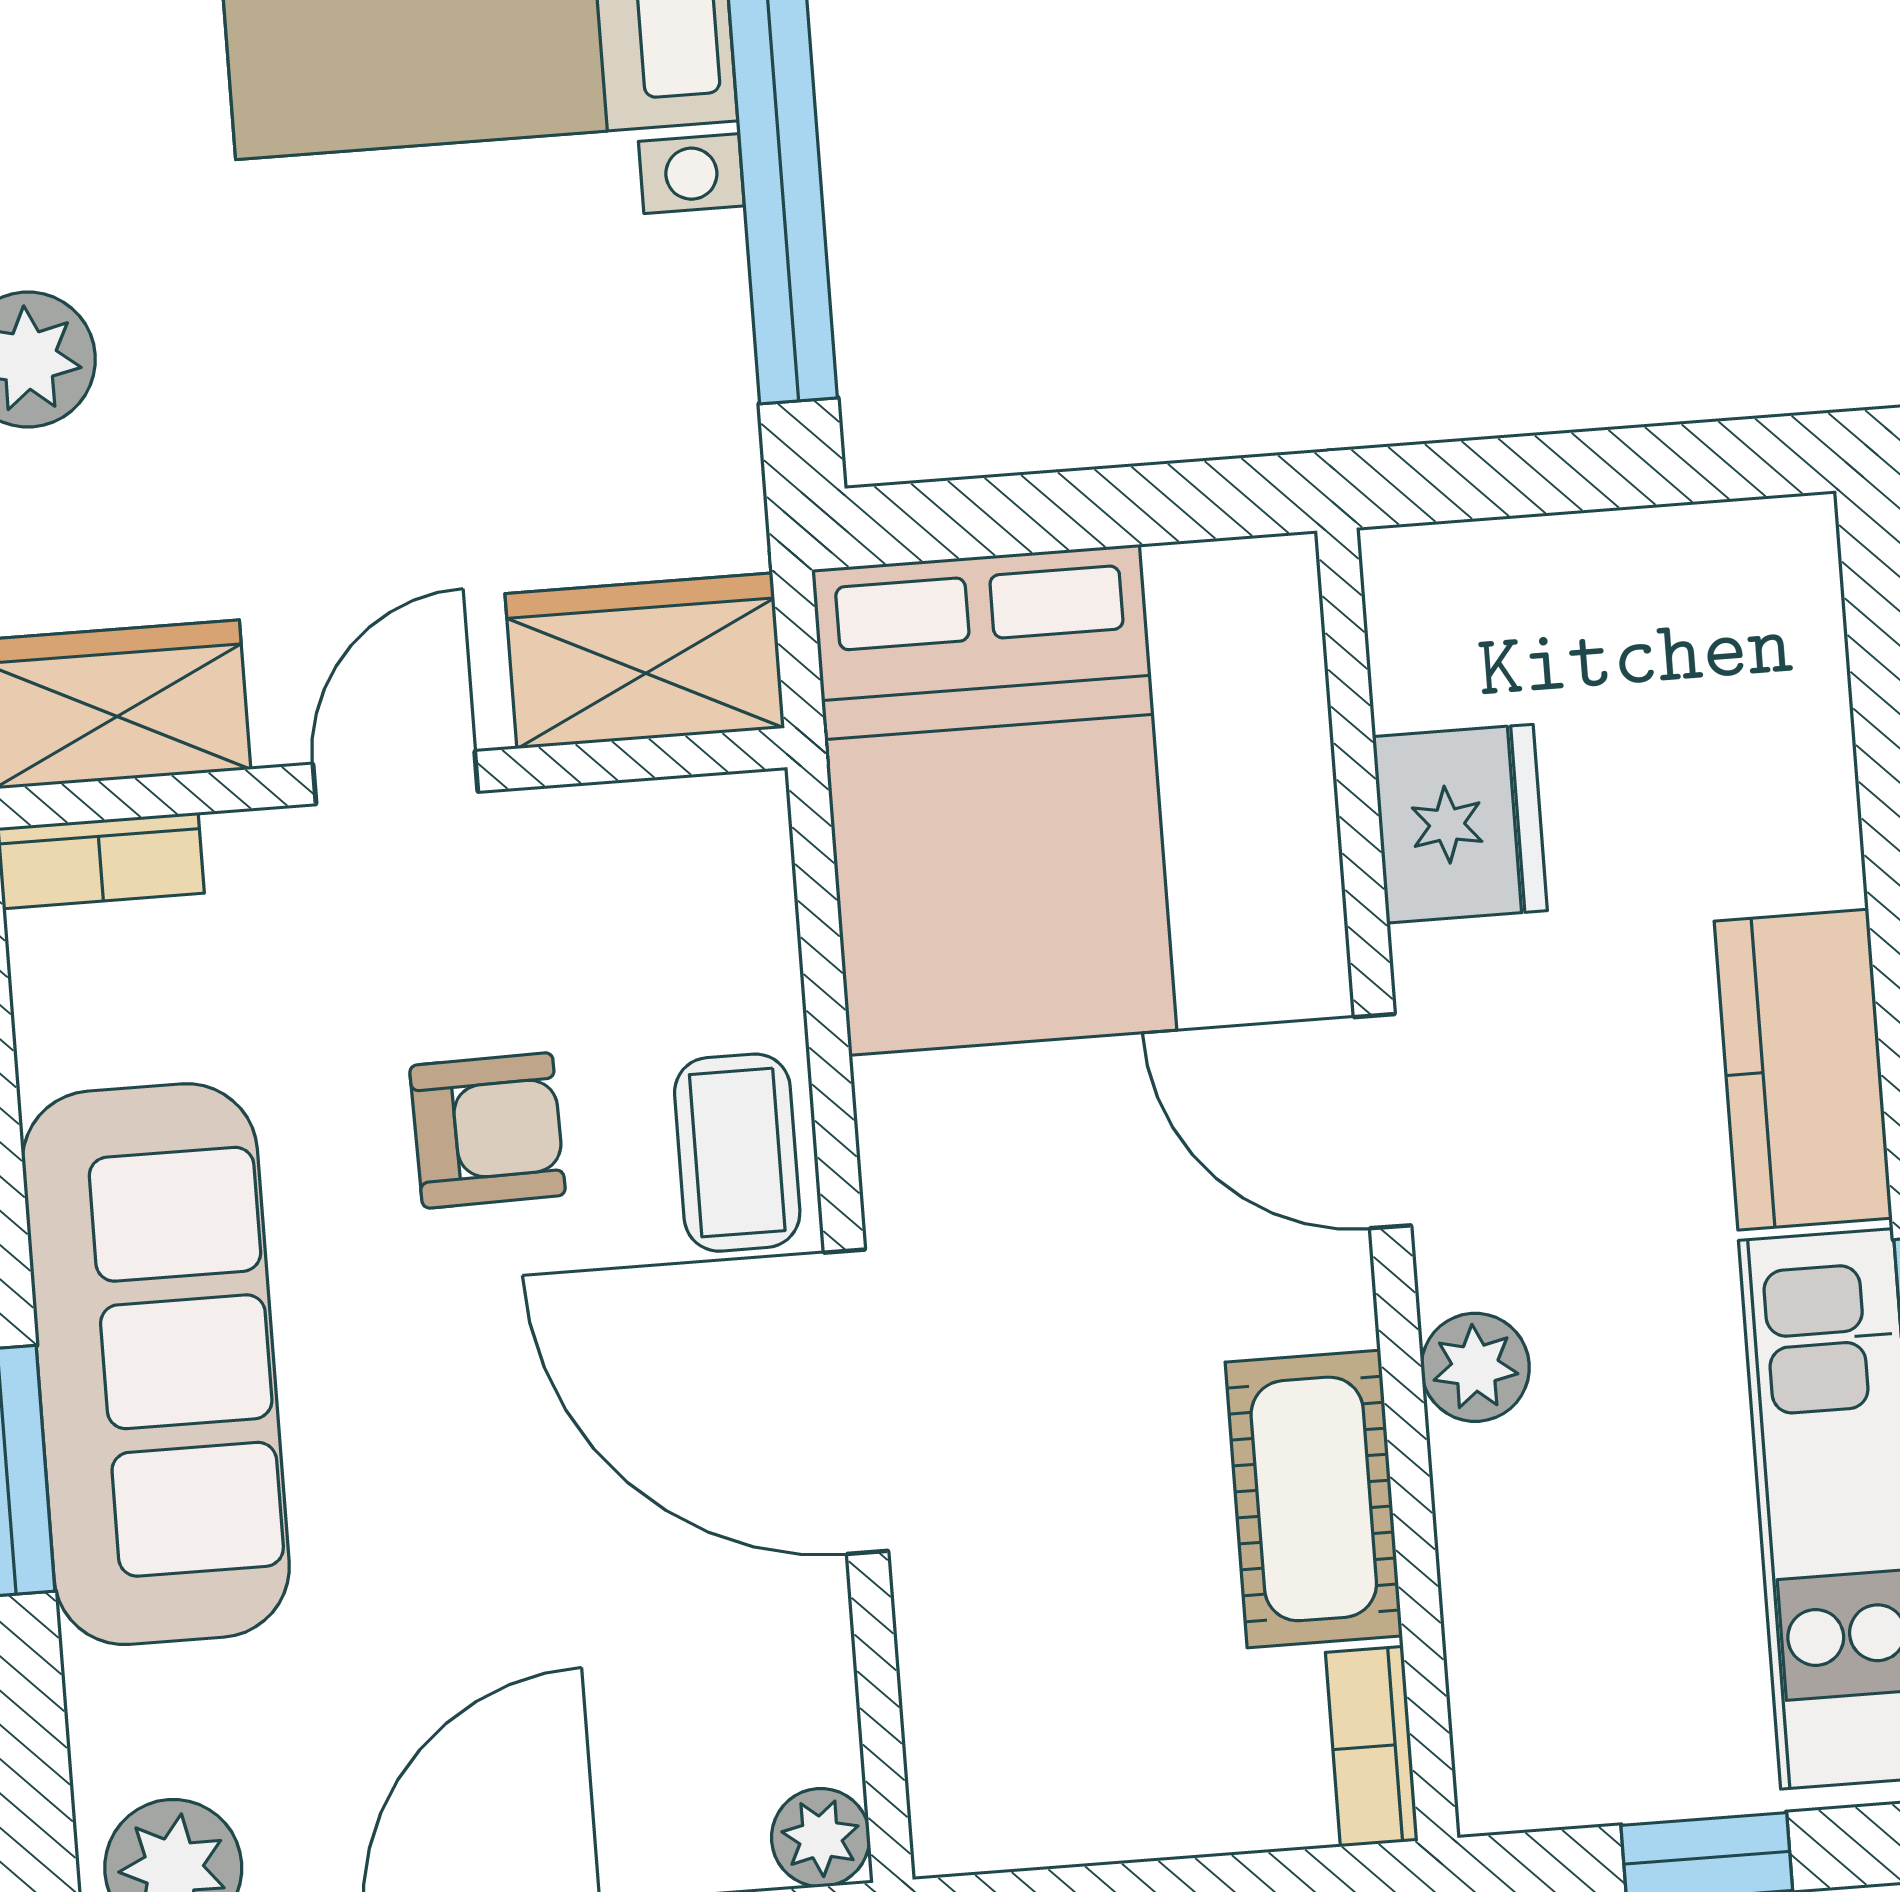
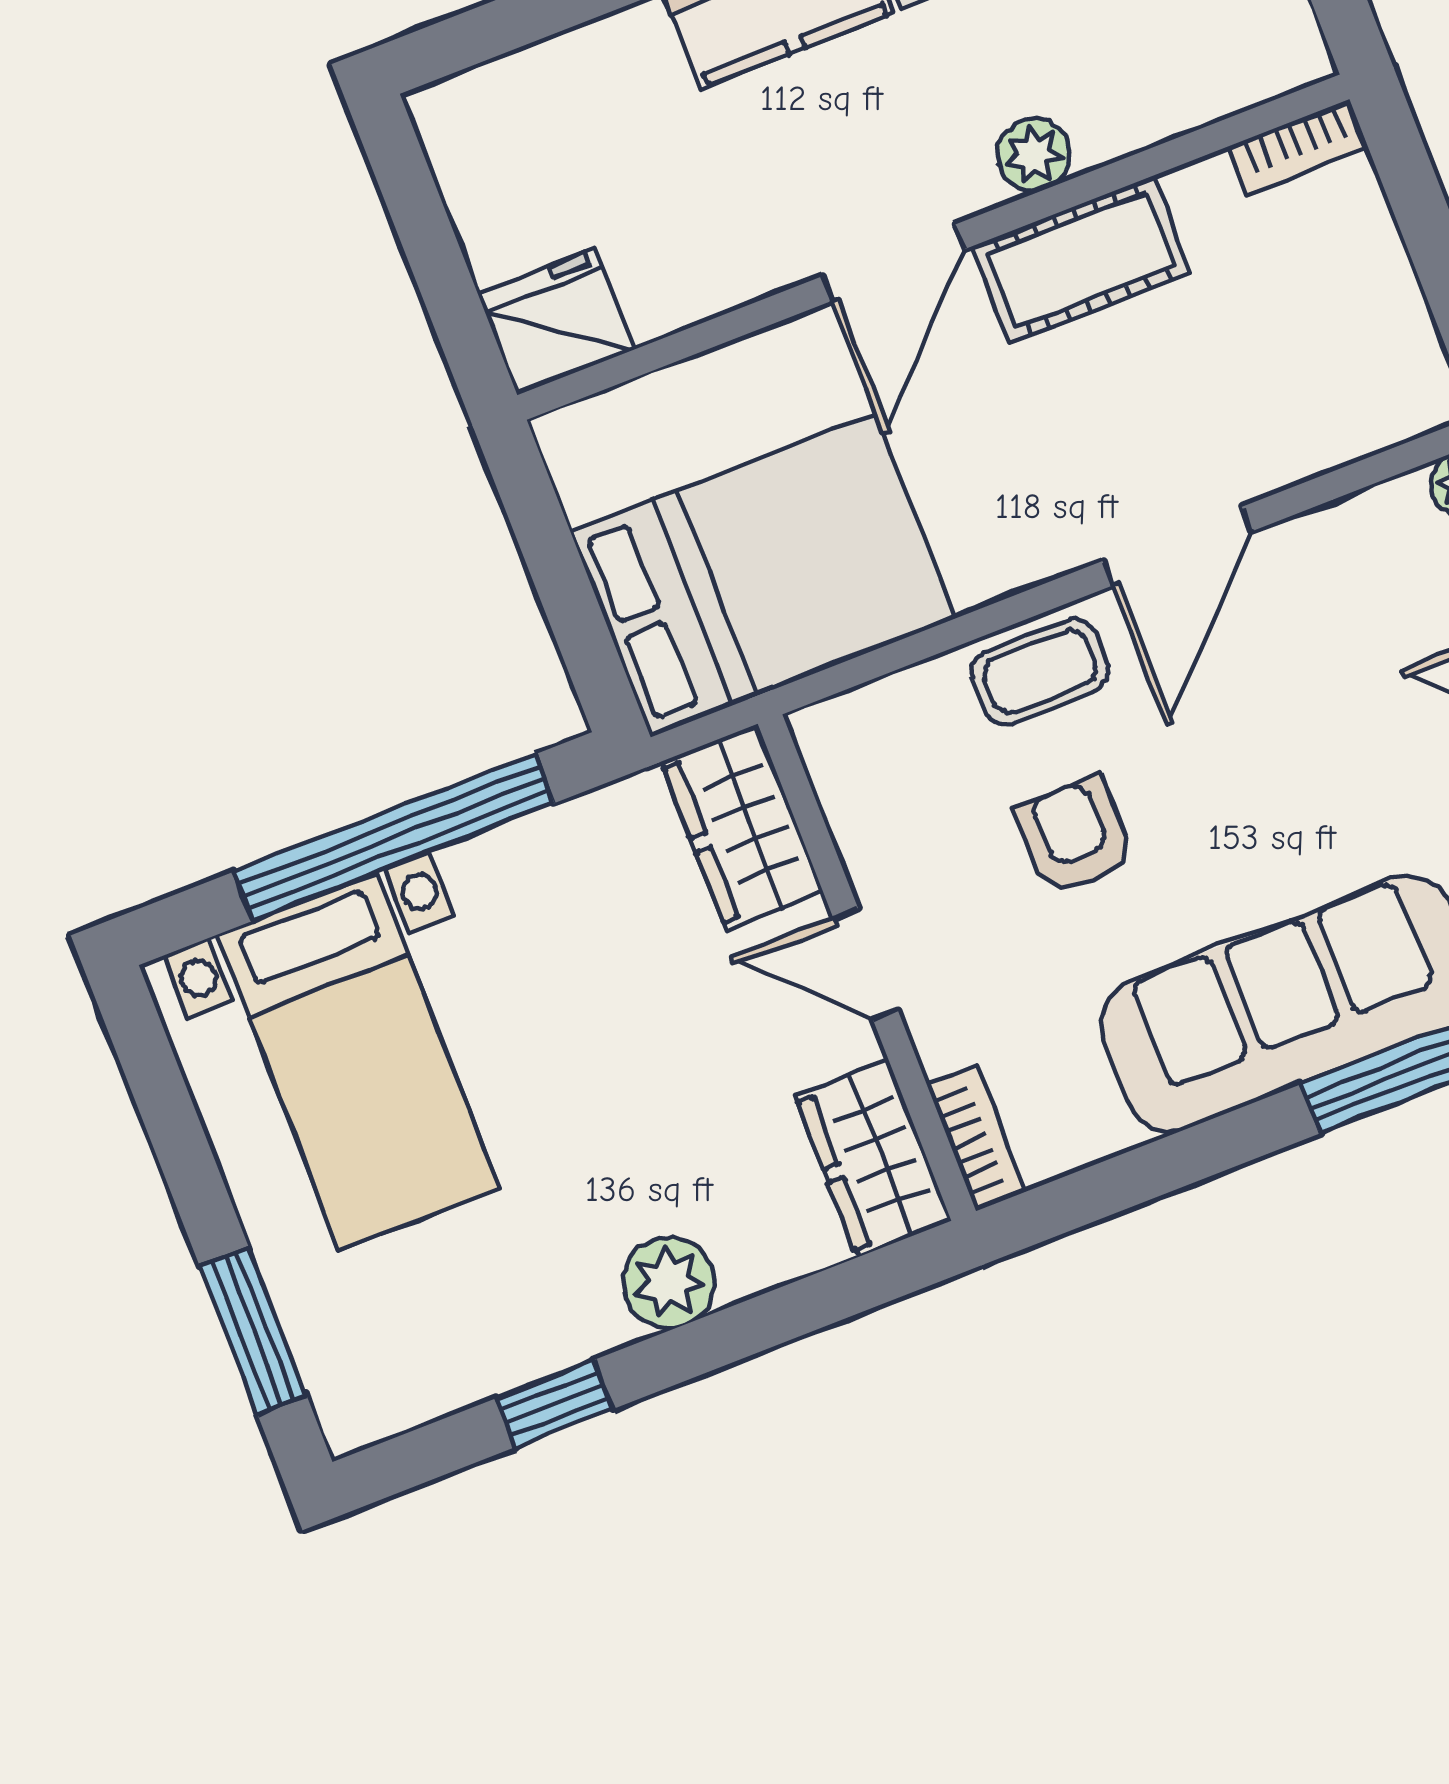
fridge: (1460, 824) -> (556, 322), moved
door: (856, 1402) -> (1177, 546), width x0.73
cot: (1314, 1499) -> (1082, 260), moved

